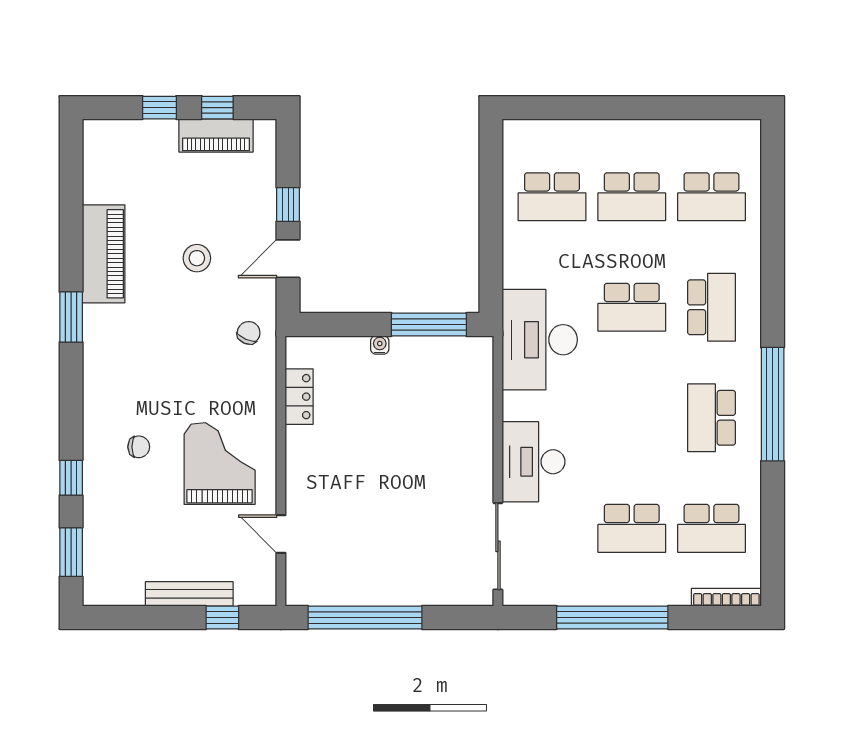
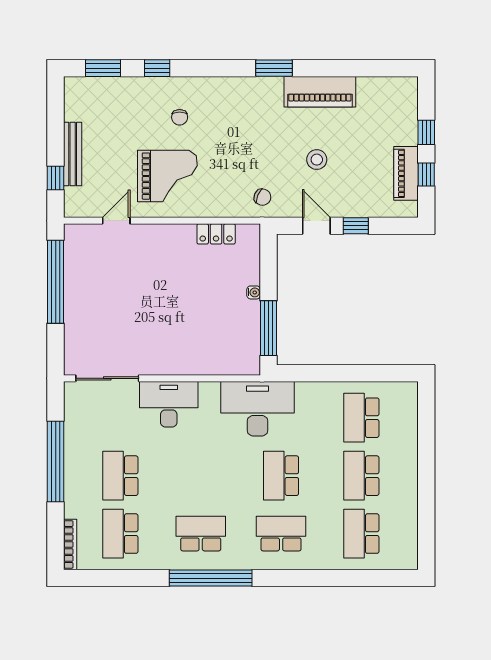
school desk: (711, 307) -> (281, 534), turned 180

